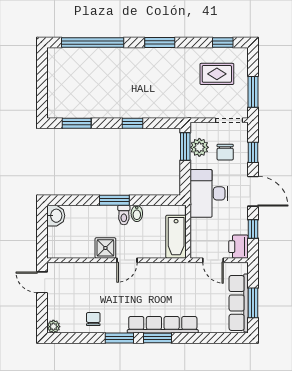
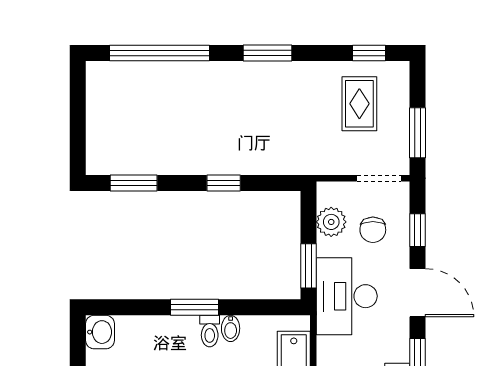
rug: (217, 74) -> (359, 104), turned 90
window: (185, 147) -> (309, 266), moved

